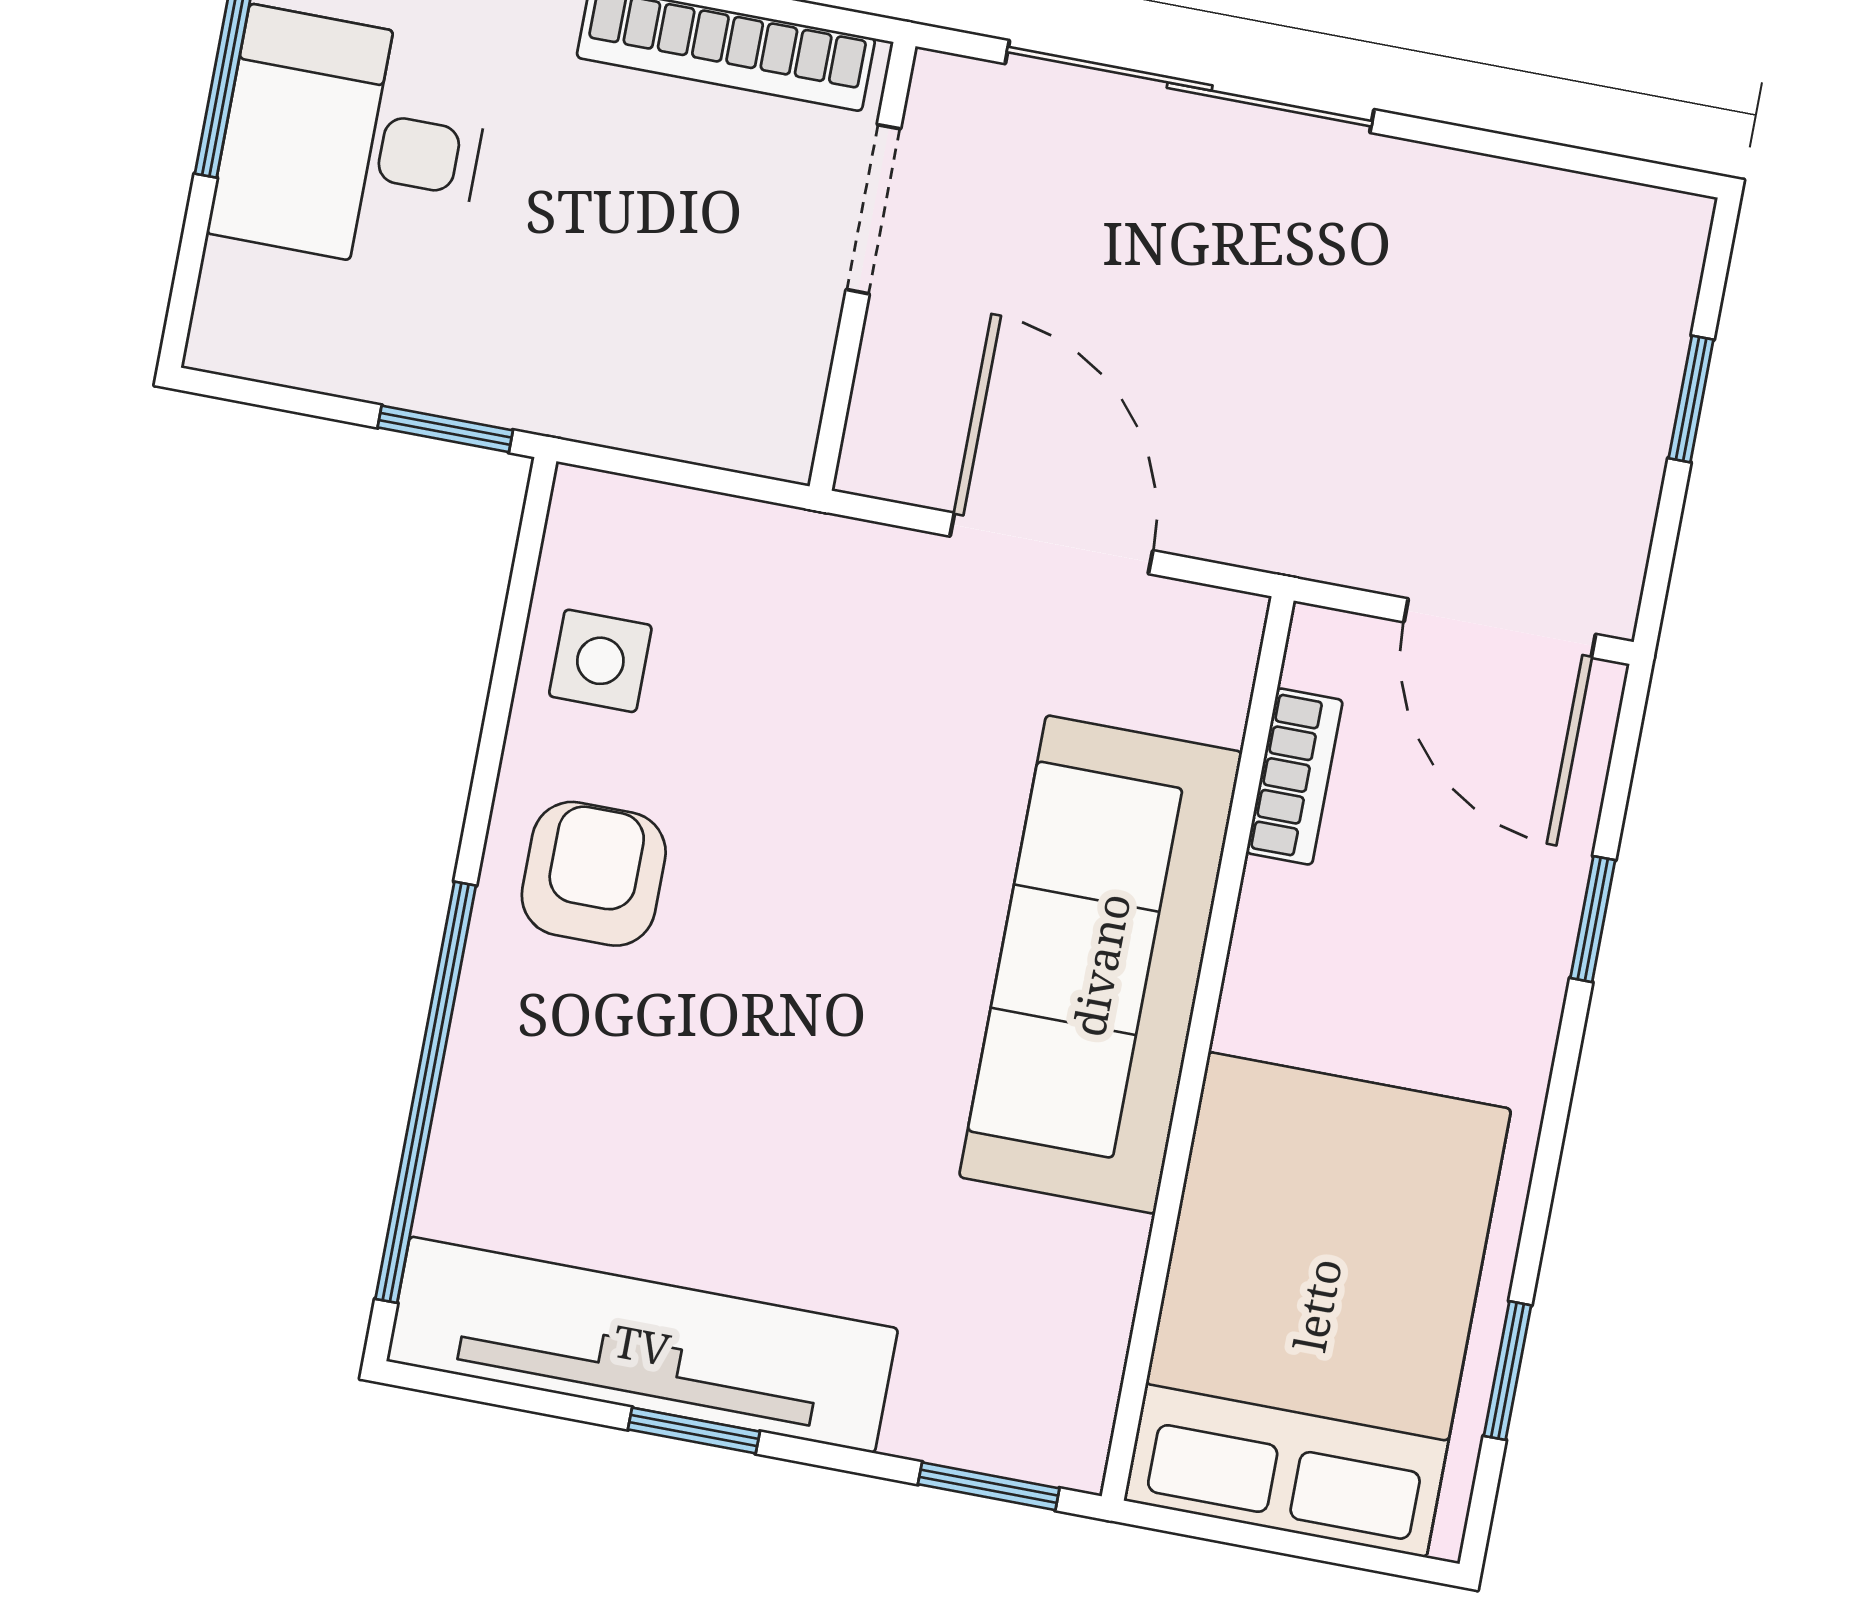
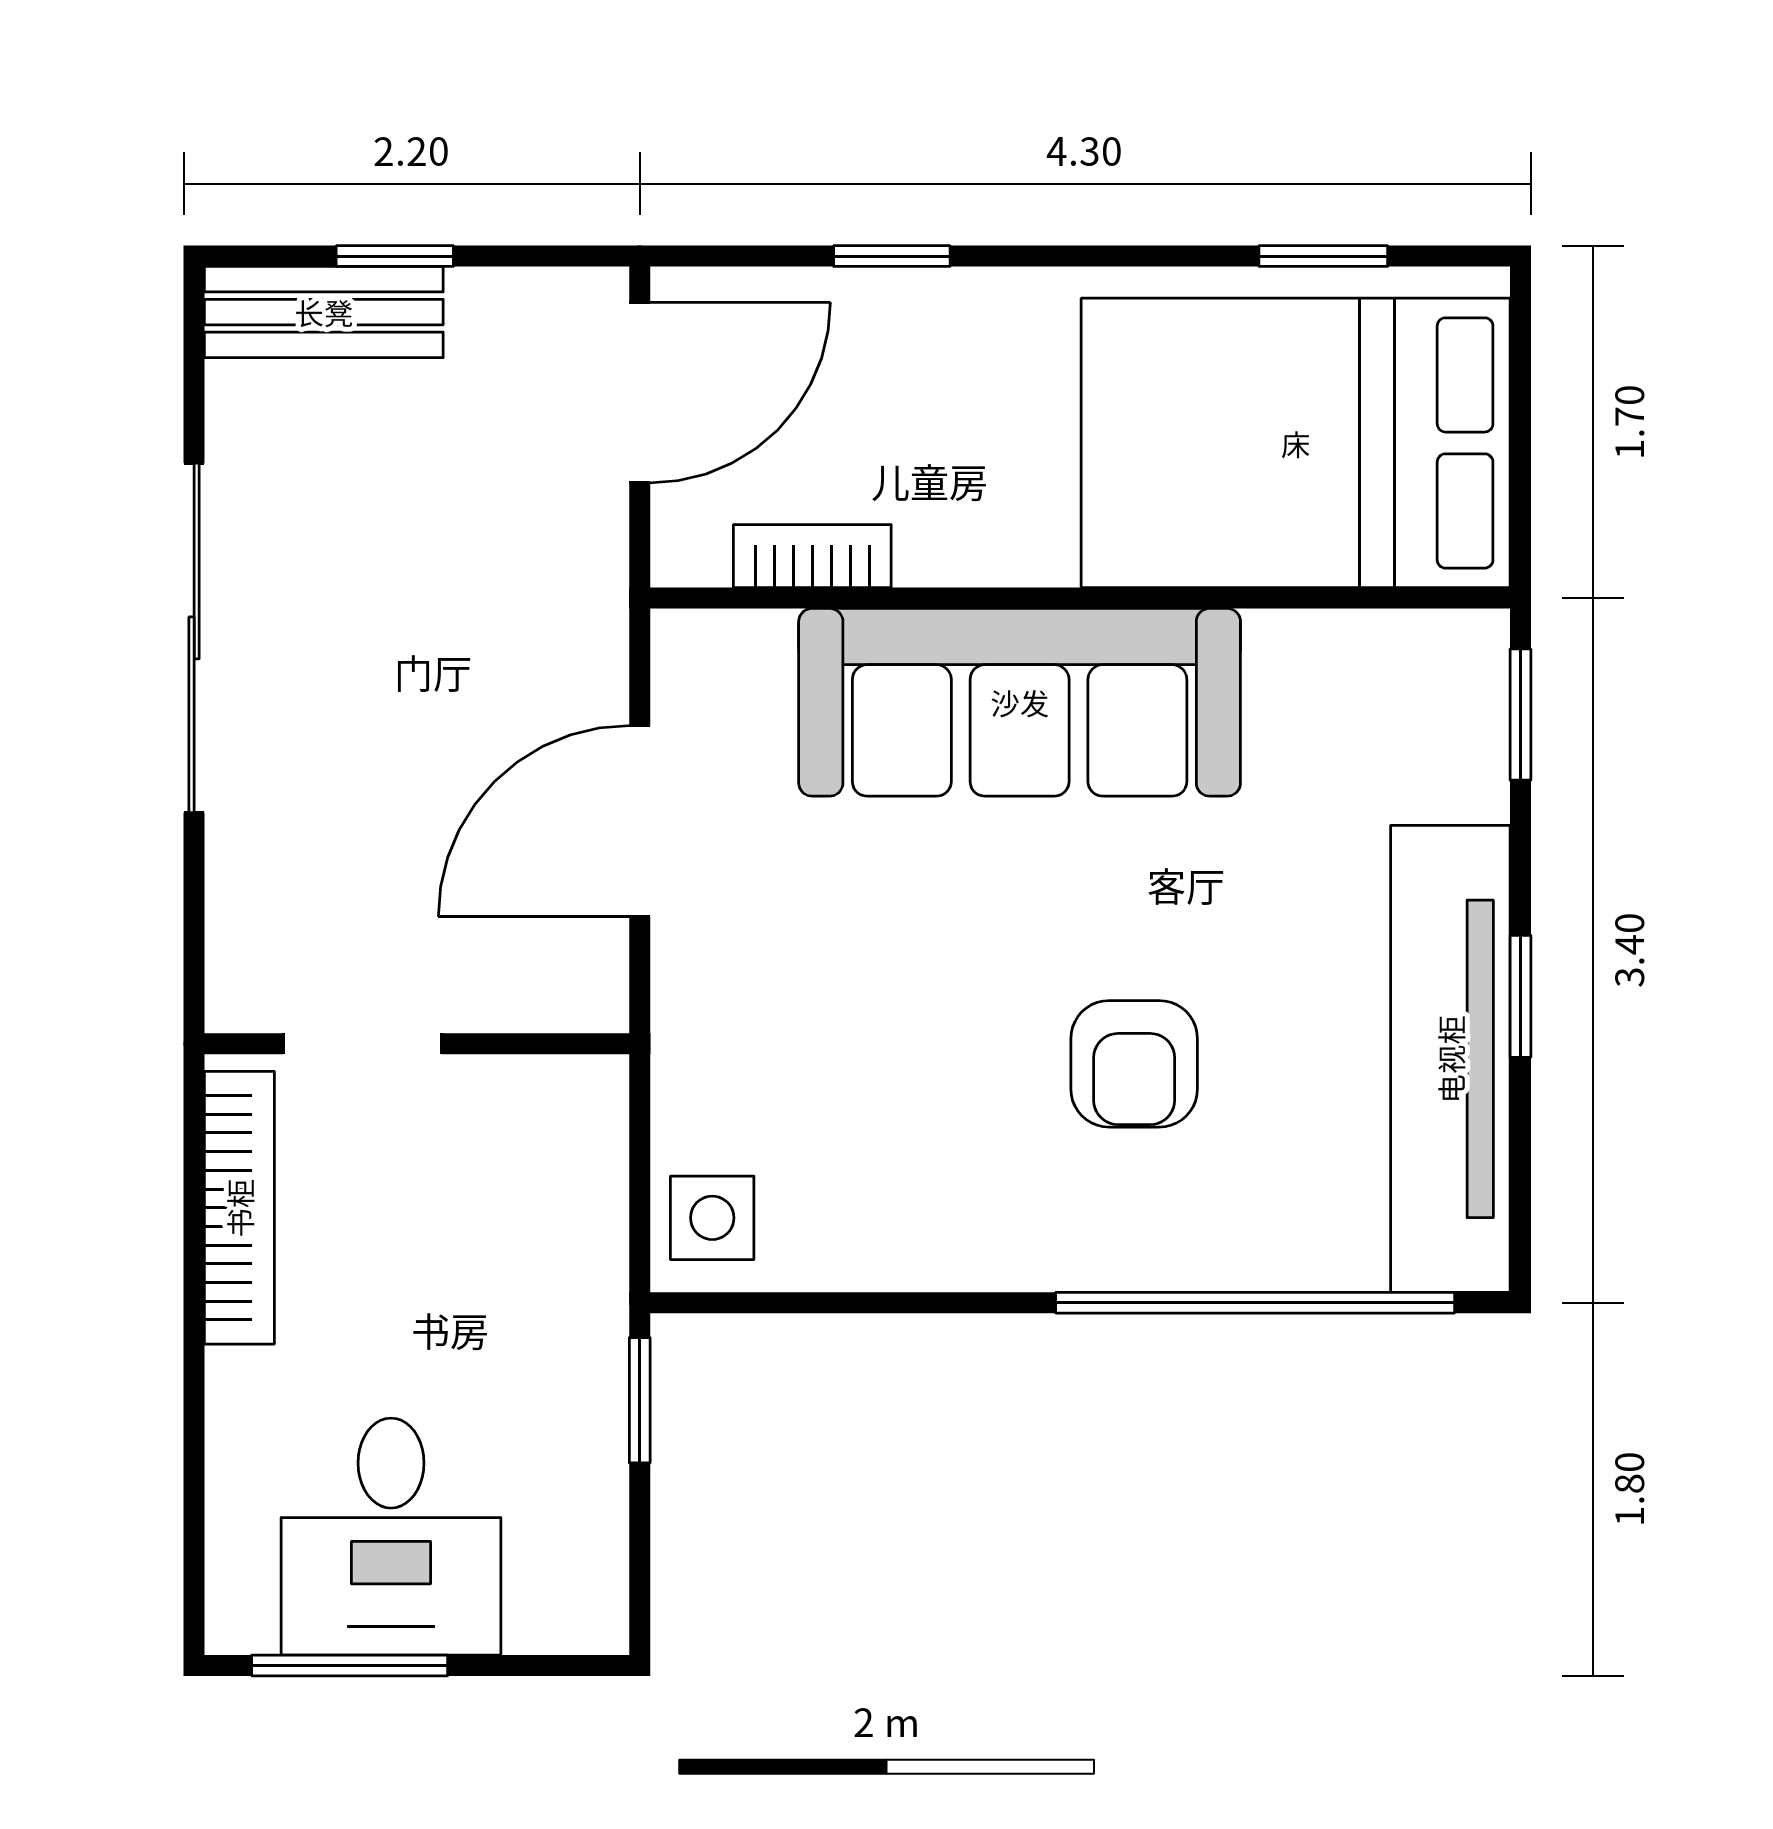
sliding door: (1190, 87) -> (194, 638), moved
bench: (1647, 314) -> (324, 312), added
side table: (600, 661) -> (712, 1218), moved
armchair: (594, 874) -> (1134, 1064), moved, turned -90

